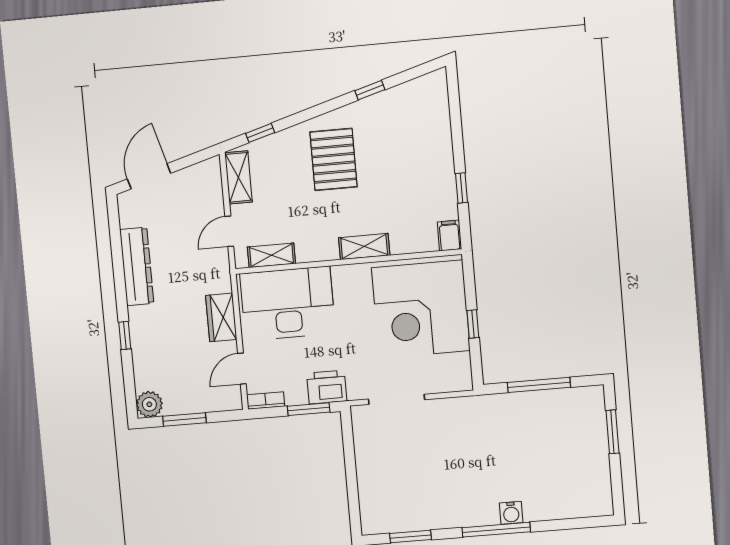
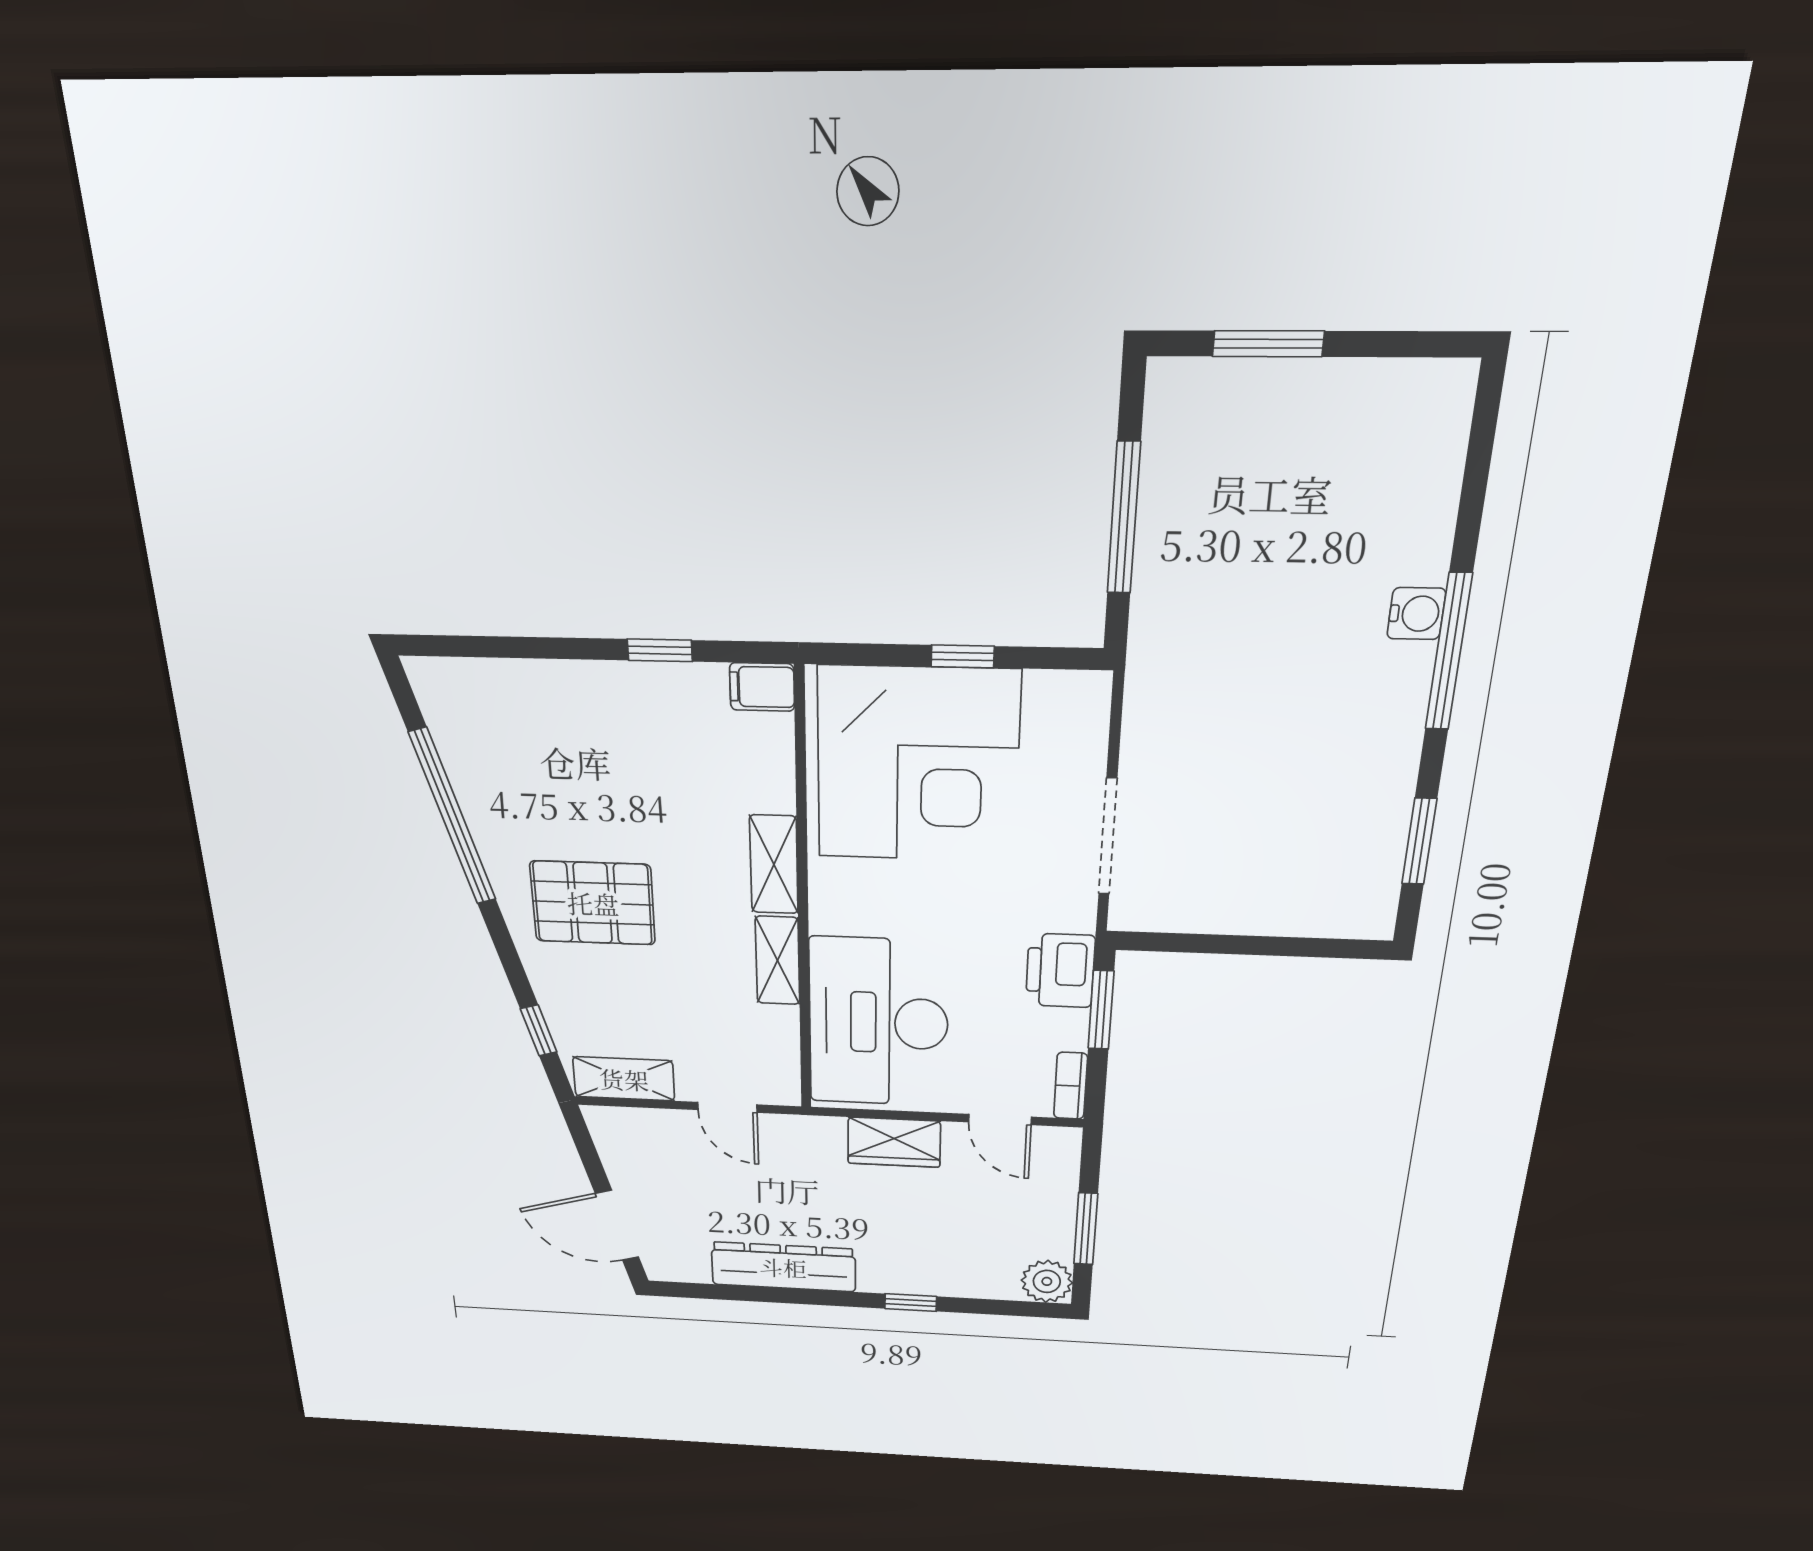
window: (370, 90) -> (453, 817), width x3.17
shelving: (271, 255) -> (778, 961), moved

